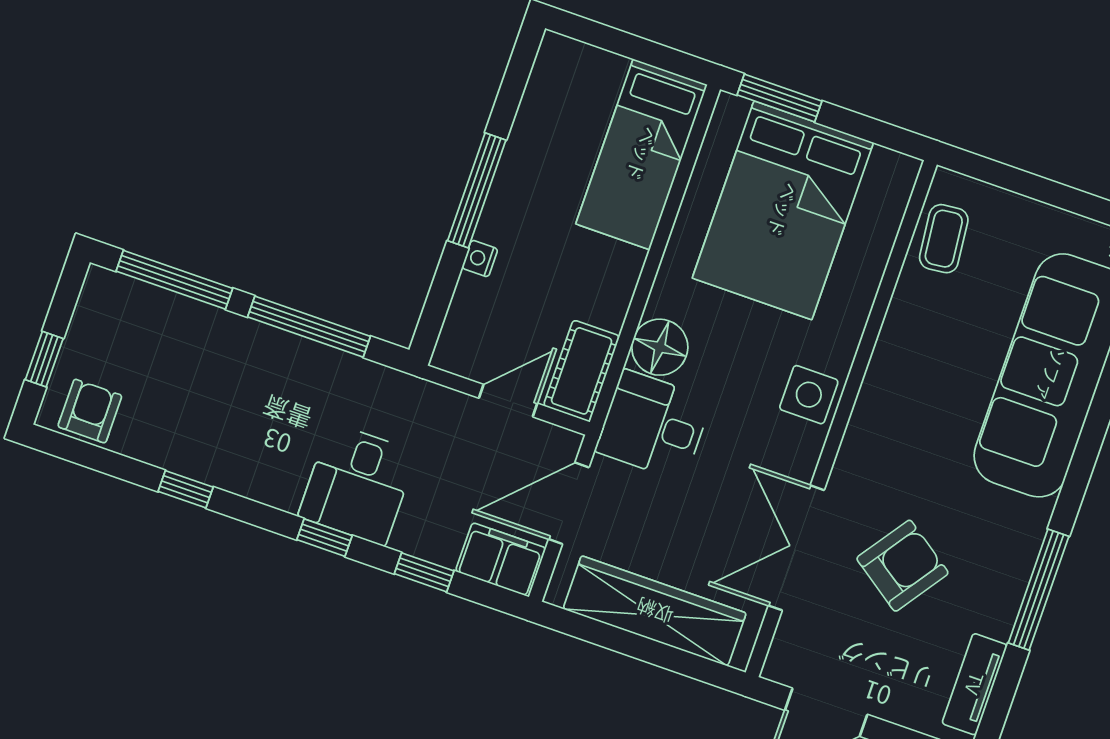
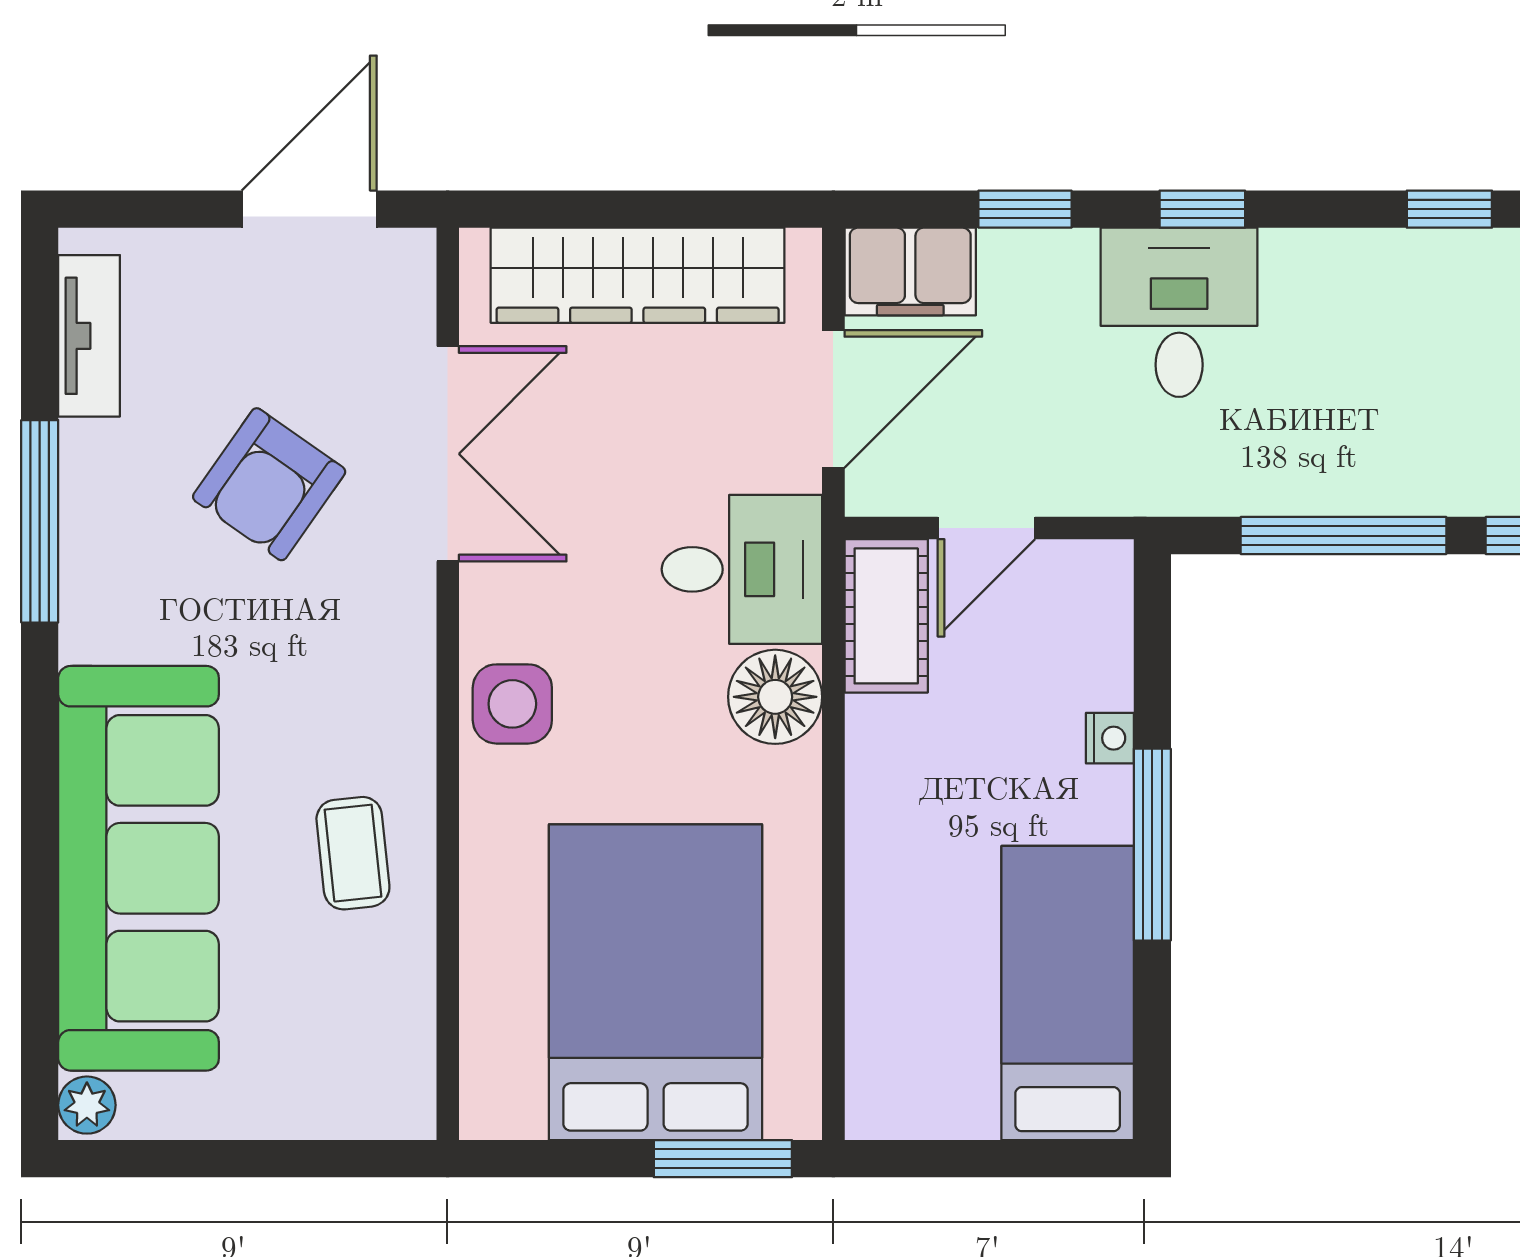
bed: (642, 154) -> (1068, 993), moved
coffee table: (944, 239) -> (353, 853), moved

